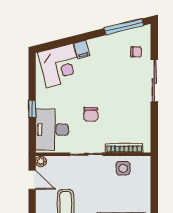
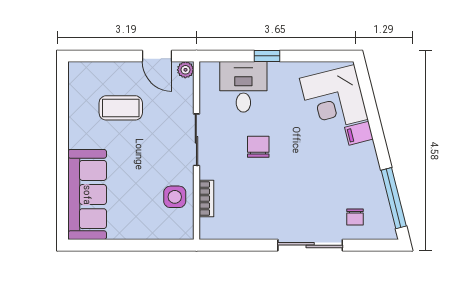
chair: (91, 114) -> (258, 147), turned 90
desk: (52, 130) -> (243, 87), width x0.73
bookcase: (124, 148) -> (206, 199), width x0.64
door: (32, 180) -> (157, 56), hinge flipped

